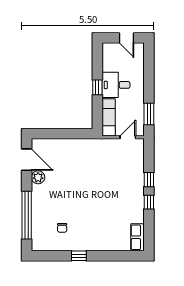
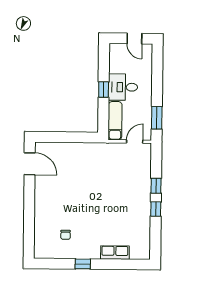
plant: (38, 177) -> (41, 182), removed
window: (27, 215) -> (29, 221), removed
row of seats: (137, 237) -> (115, 253), moved, turned 90

